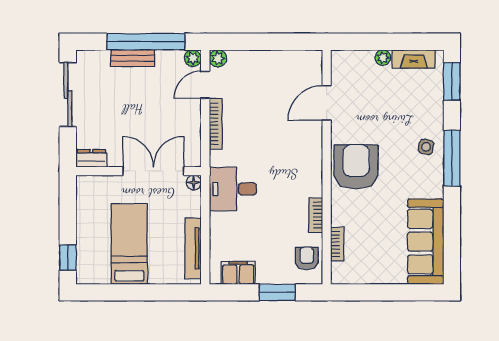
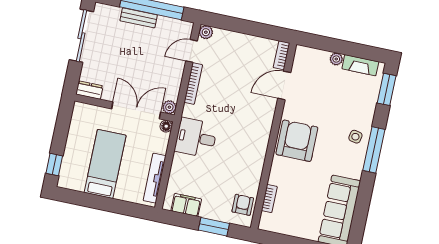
plant: (193, 58) -> (169, 107), moved
bookcase: (316, 215) -> (282, 55), moved

